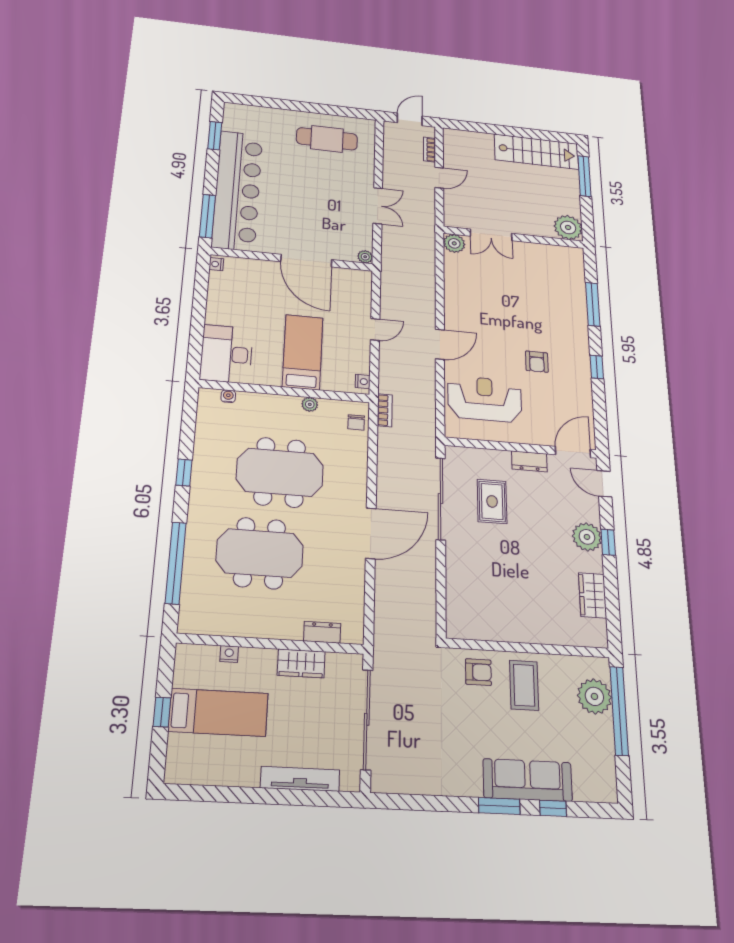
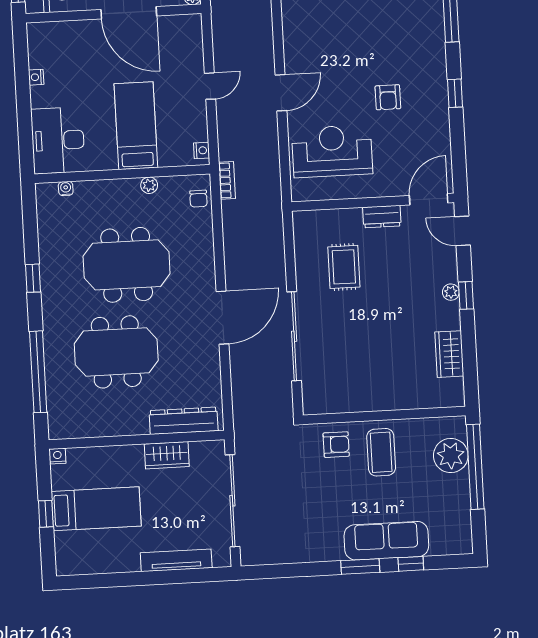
nightstand: (216, 264) -> (36, 77), moved
sliding door: (440, 499) -> (294, 336), moved
plant: (587, 537) -> (451, 292), width x0.53, depth x0.53
dresser: (322, 632) -> (184, 421), width x1.96, depth x1.24
nightstand: (229, 654) -> (57, 456), moved

